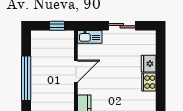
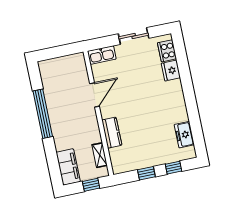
window: (57, 26) -> (64, 50), removed
cooker: (149, 82) -> (167, 51), moved

